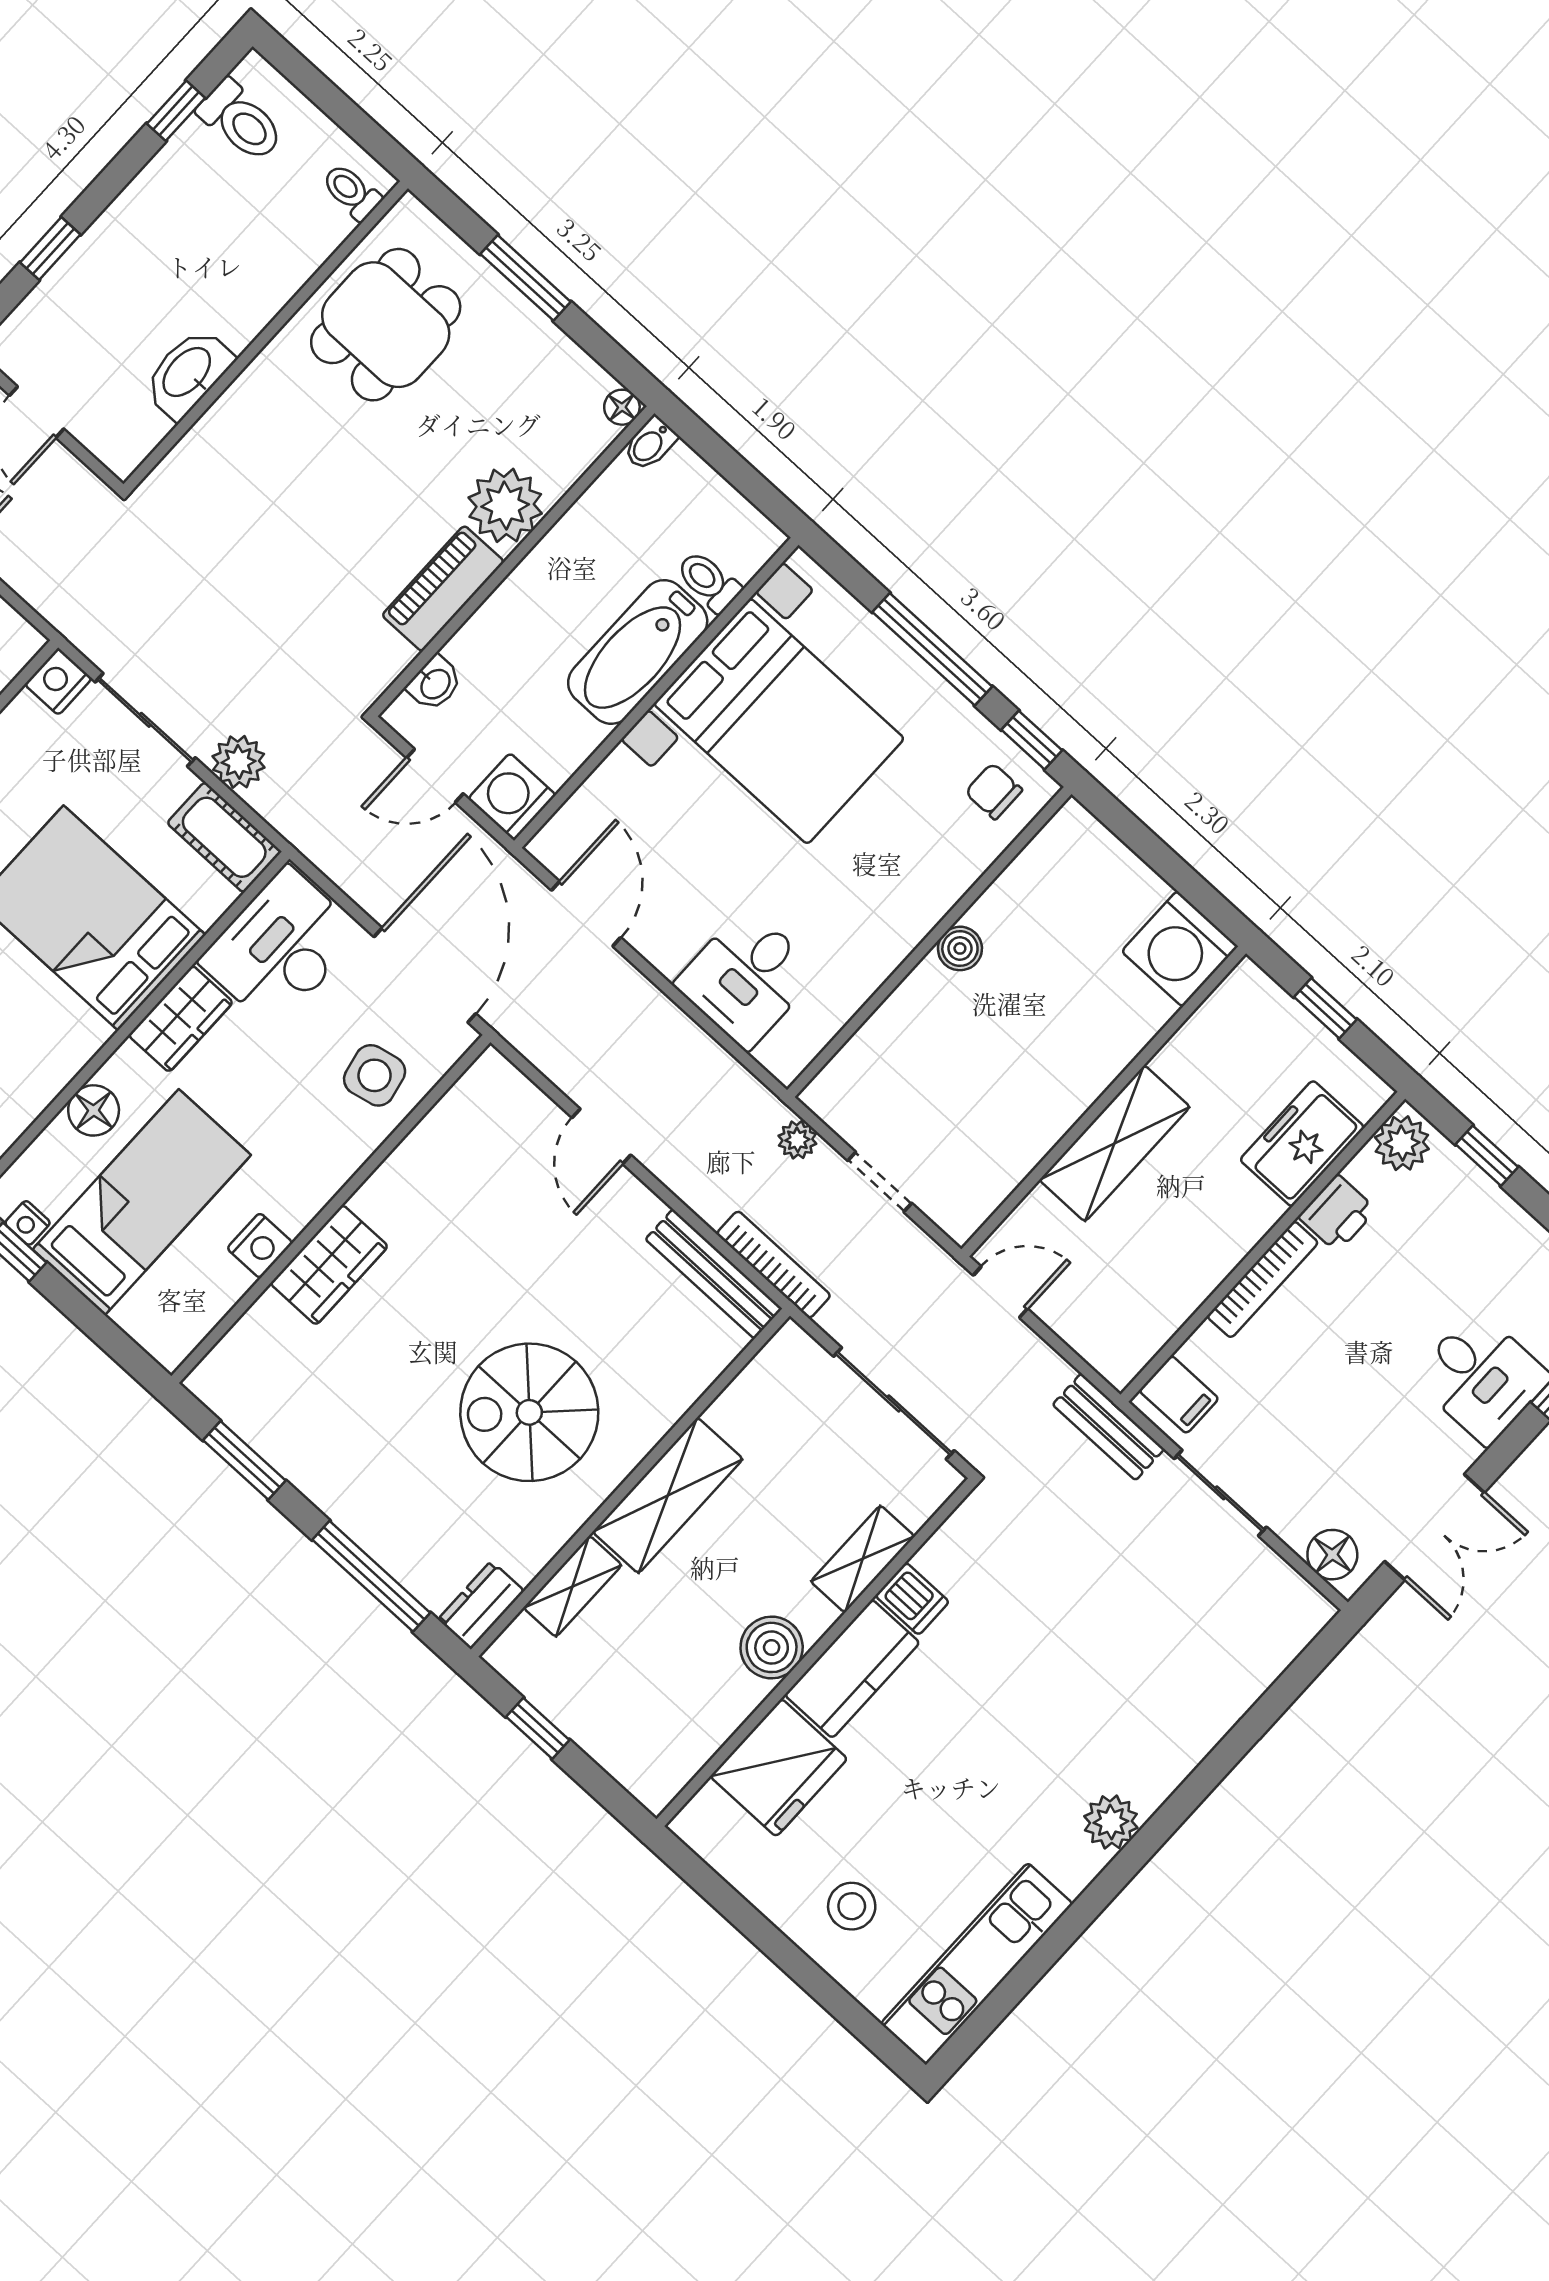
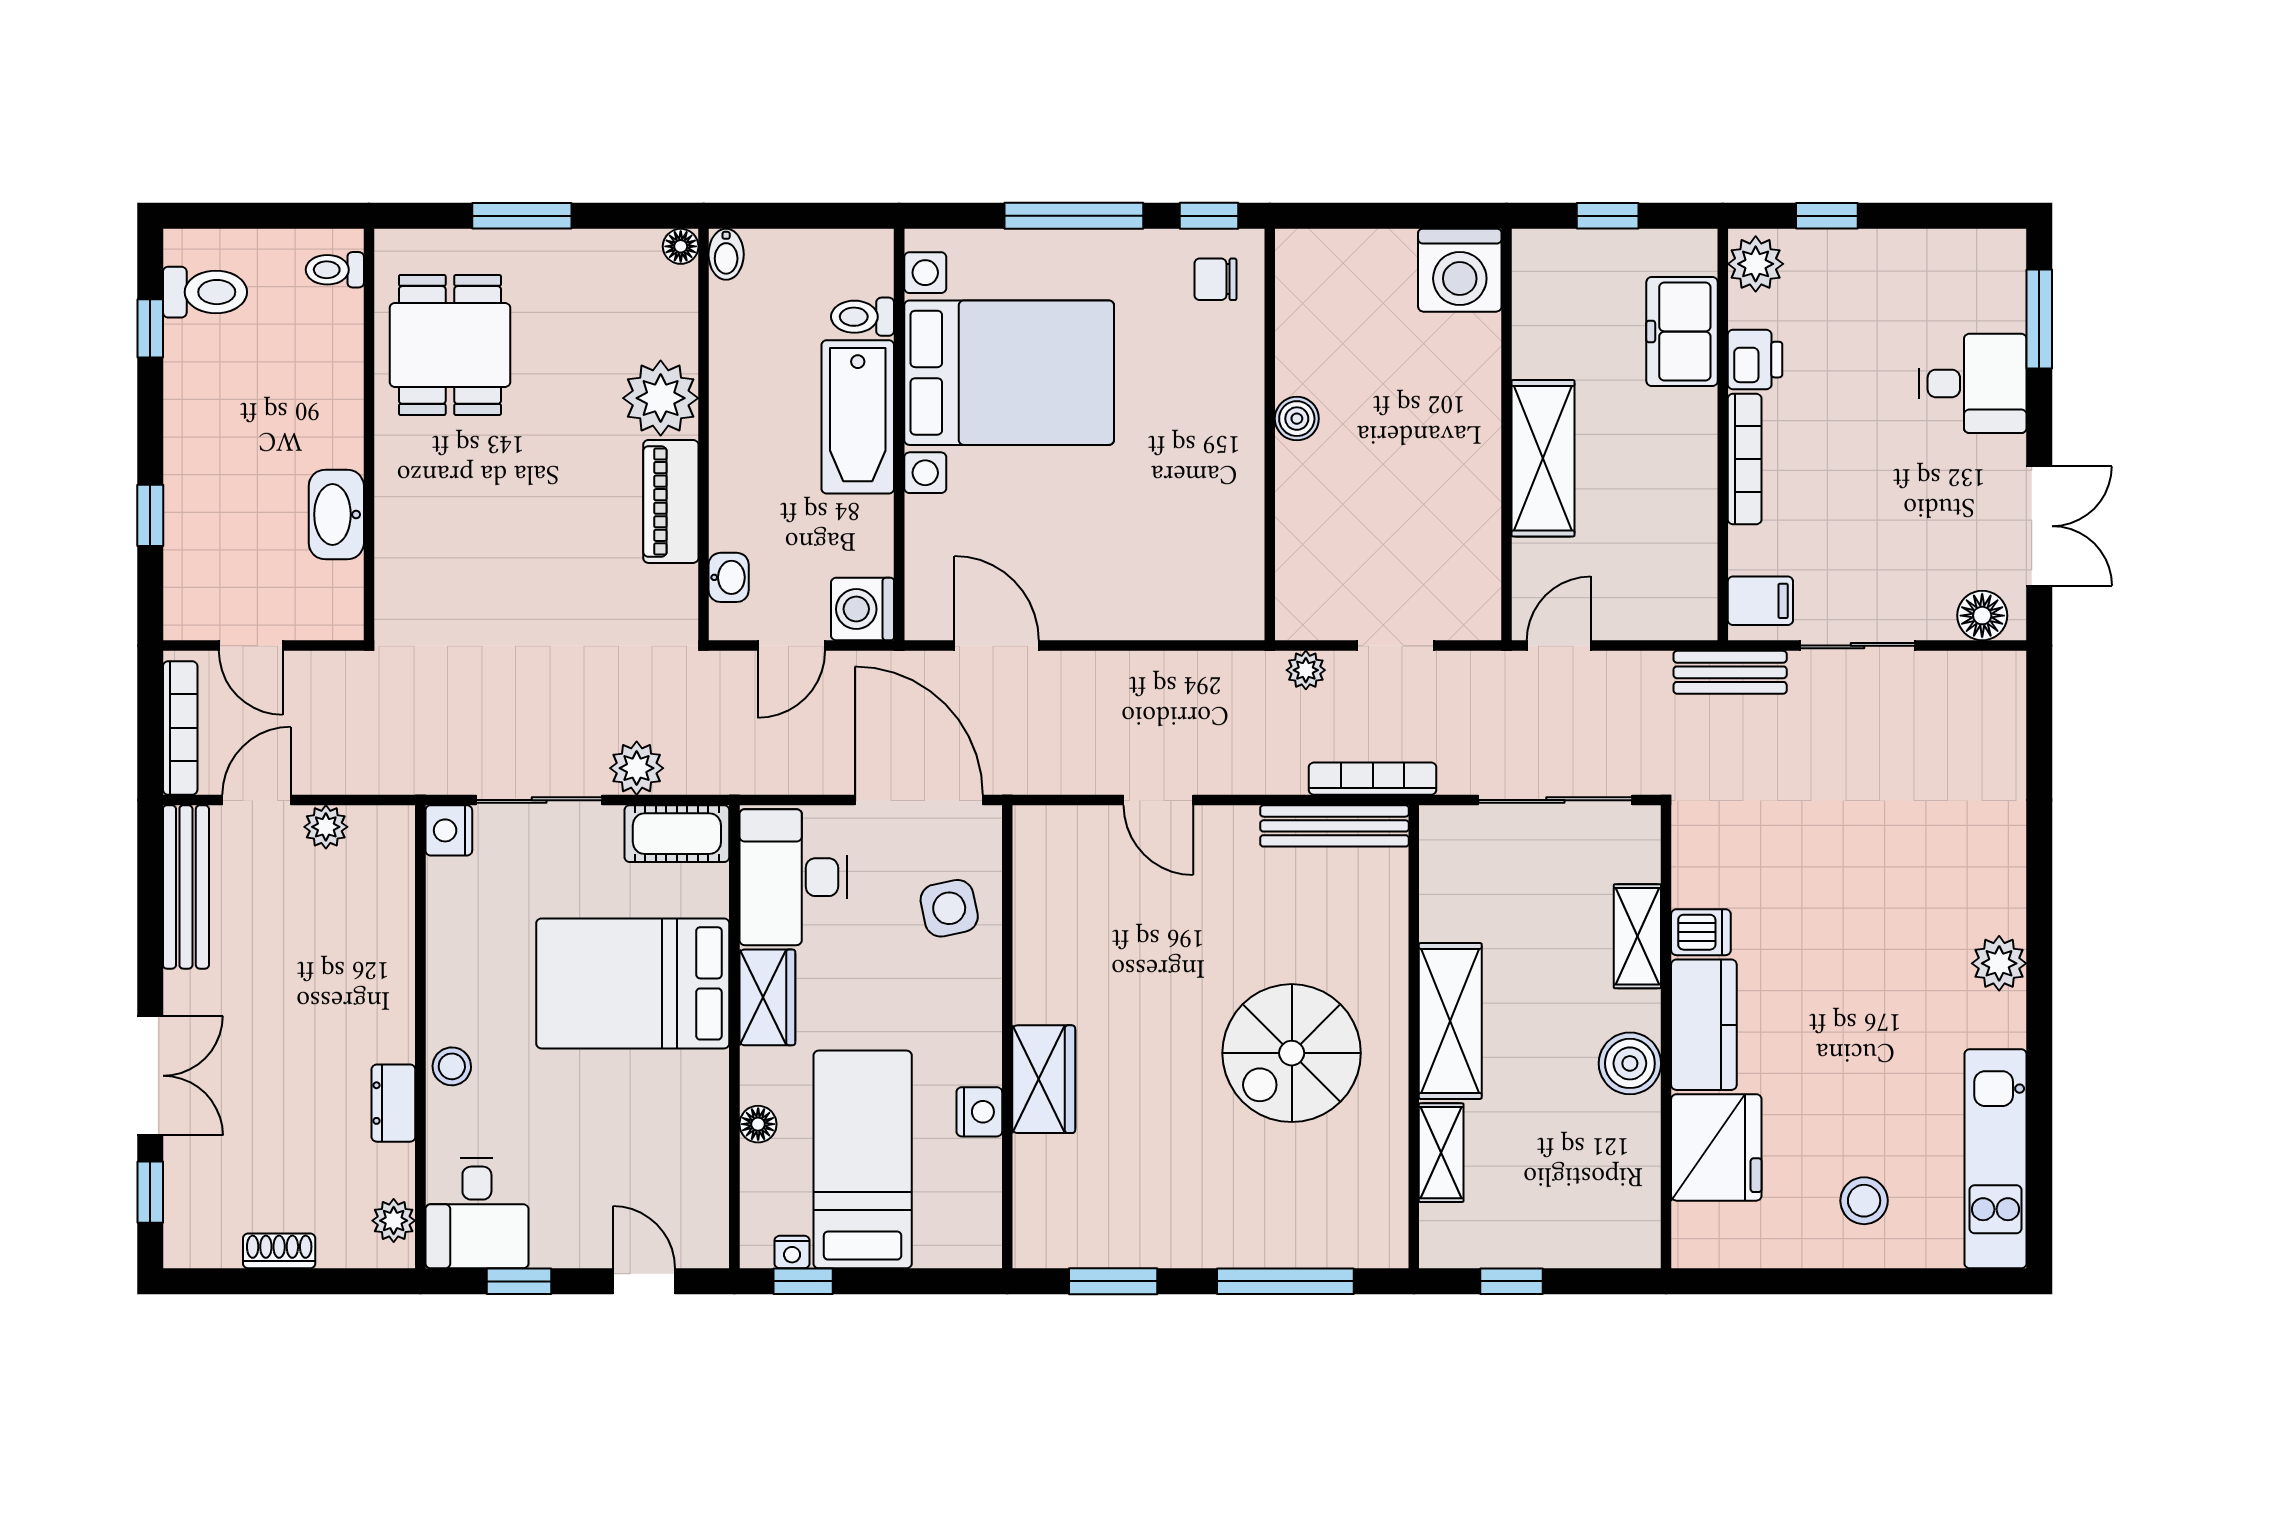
desk: (747, 978) -> (1159, 584), removed
floor lamp: (94, 1110) -> (758, 1124), width x0.73, depth x0.73
dresser: (481, 1605) -> (1386, 1228), removed

